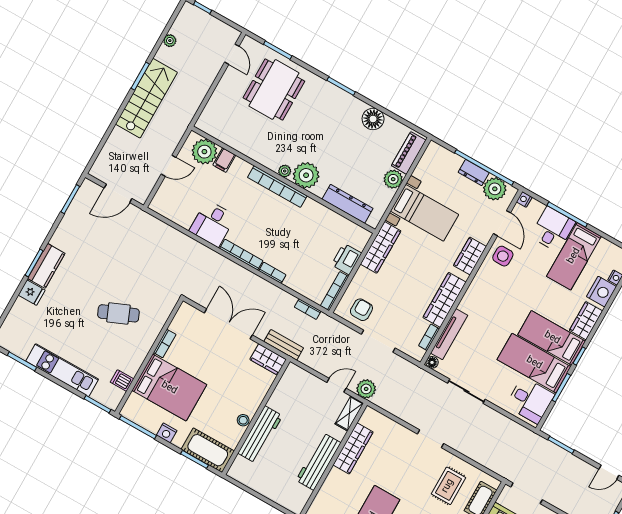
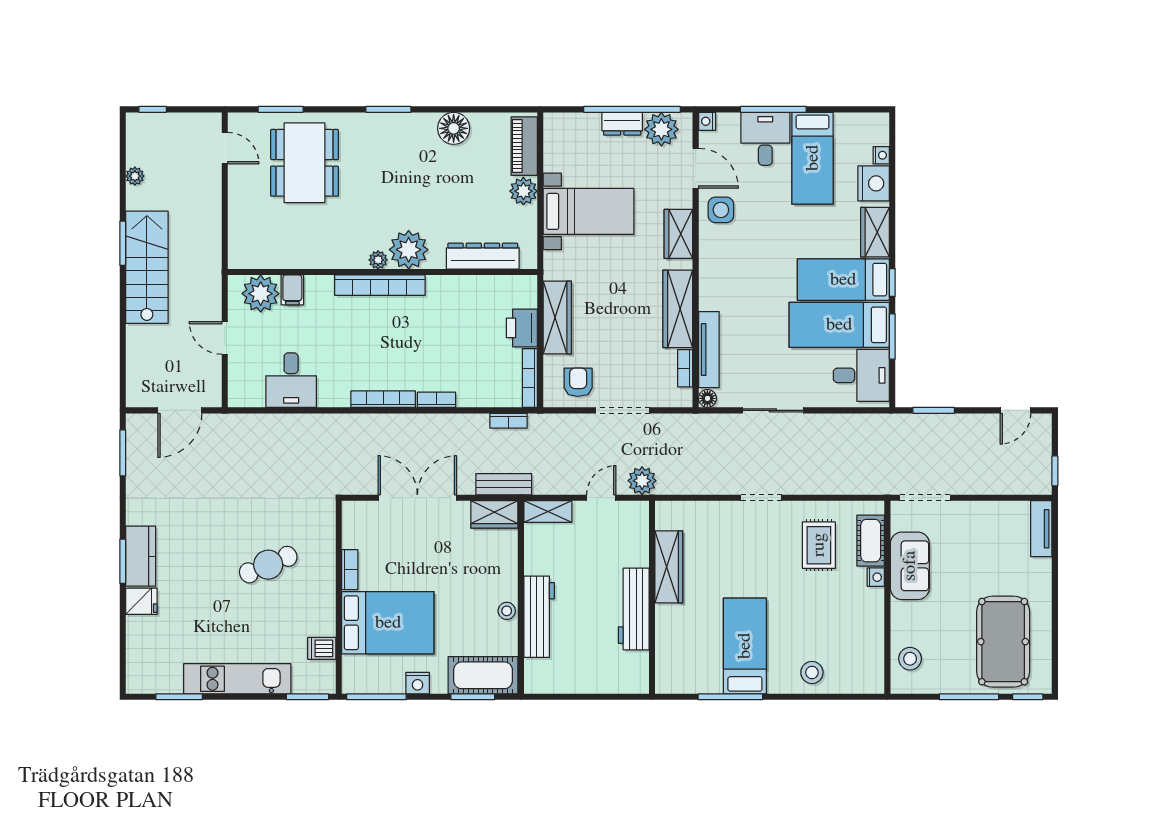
door: (169, 166) -> (225, 338), swing flipped
desk: (213, 224) -> (291, 380), moved
wardrobe: (381, 247) -> (557, 317), moved
shelving: (349, 413) -> (548, 511), moved, turned 90

